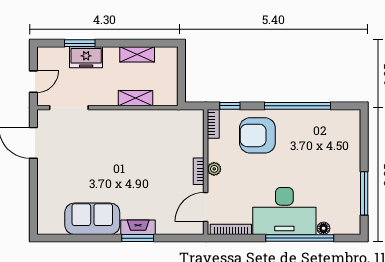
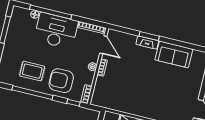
armchair: (257, 135) -> (61, 81), turned 180
rug: (306, 139) -> (32, 71), added
door: (206, 207) -> (103, 45), hinge flipped

